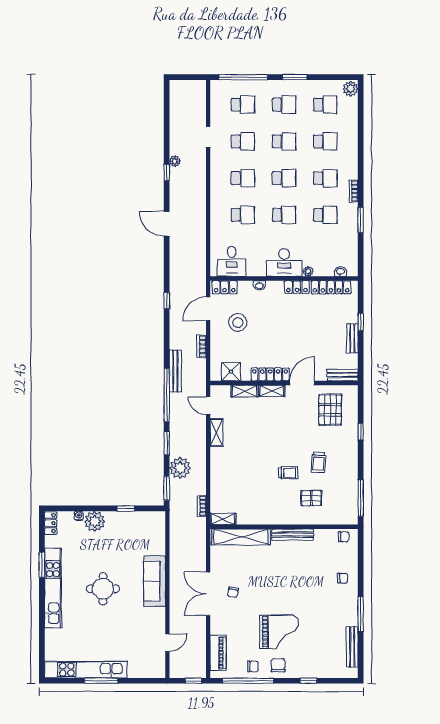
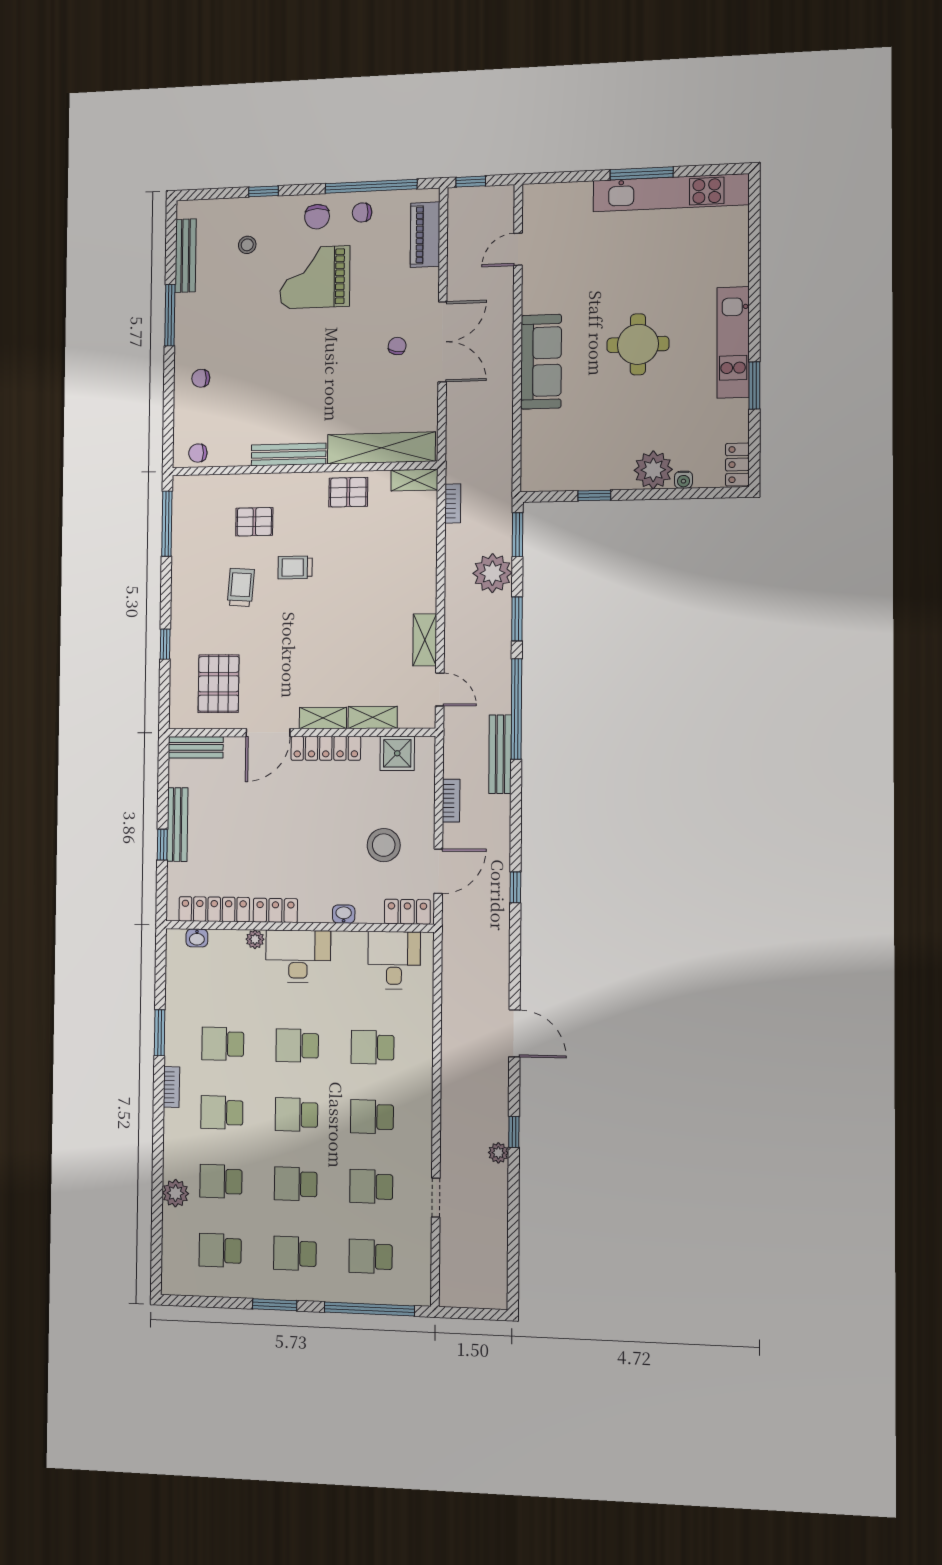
plant: (350, 89) -> (175, 1193), moved
bench: (352, 338) -> (177, 825), width x1.36
pallet: (259, 513) -> (348, 492), added
kitchen unit: (53, 588) -> (733, 342), width x0.73
stool: (317, 651) -> (247, 245), added

